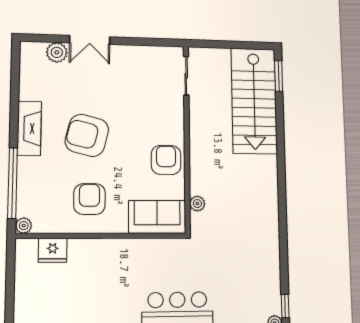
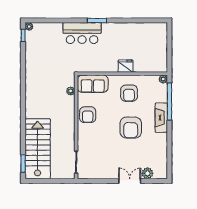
fireplace: (29, 128) -> (161, 118), moved
armchair: (87, 135) -> (131, 128), turned 76
fridge: (53, 250) -> (126, 66), moved

